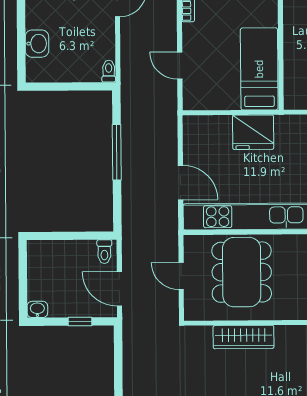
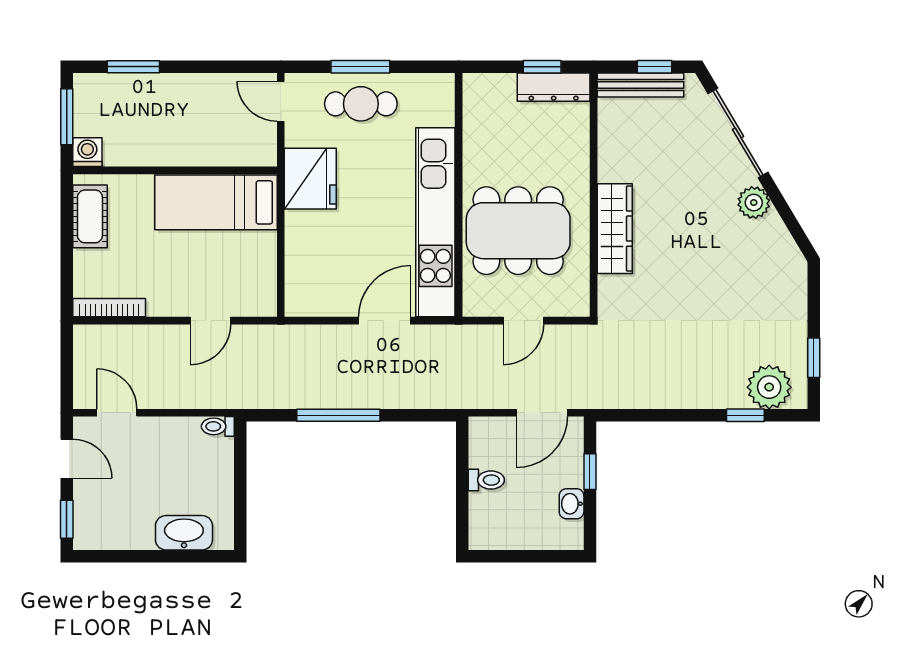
washbasin: (37, 44) -> (184, 533), width x1.38
fridge: (253, 132) -> (310, 179), moved
toilet: (104, 252) -> (486, 480), moved
washbasin: (37, 309) -> (572, 504), moved

